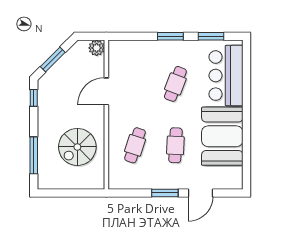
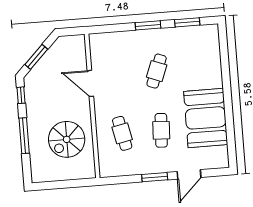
plant: (97, 48) -> (78, 42), removed
bar counter: (226, 76) -> (205, 59), removed
door: (106, 91) -> (90, 83), hinge flipped
cafe table: (135, 145) -> (122, 133), turned -30
window: (34, 155) -> (24, 136), moved

